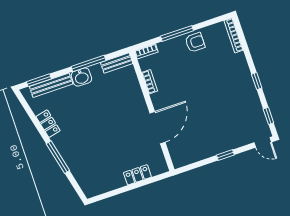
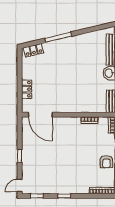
locker: (48, 124) -> (34, 50), moved
door: (157, 128) -> (40, 115), moved

